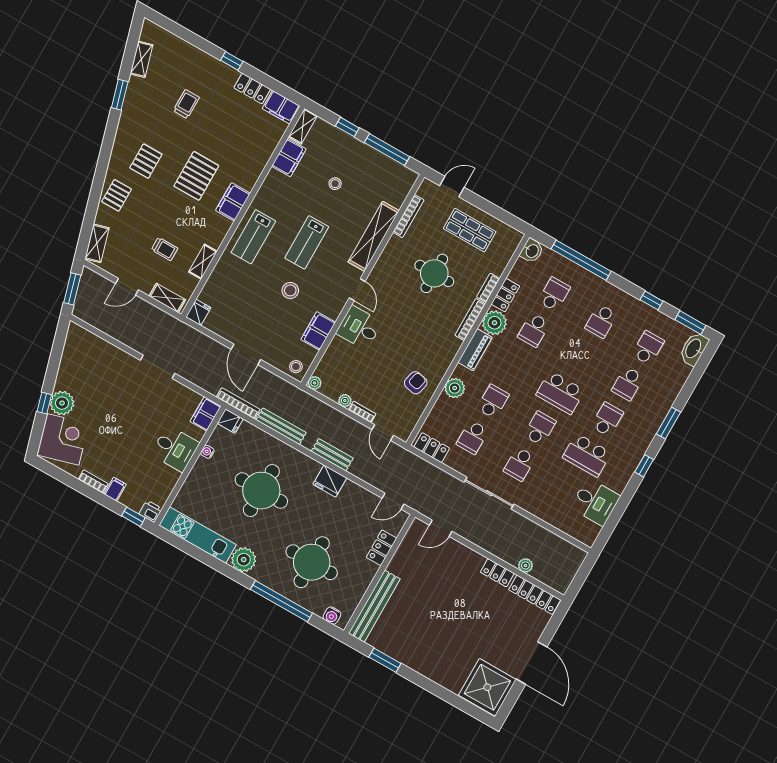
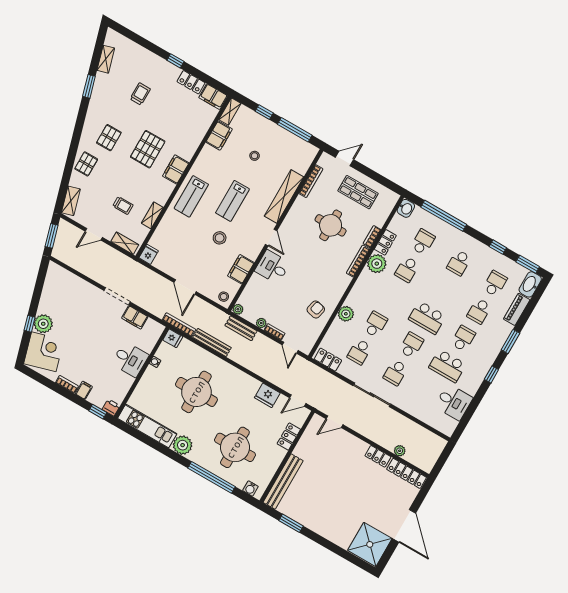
piano: (475, 350) -> (517, 309), moved, turned 180
filing cabinet: (206, 414) -> (135, 317), moved, turned -90
bench: (332, 455) -> (241, 328), moved
fridge: (330, 481) -> (267, 395), moved

